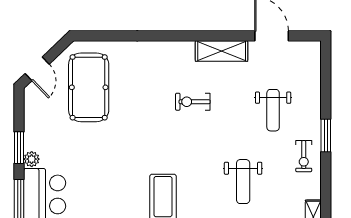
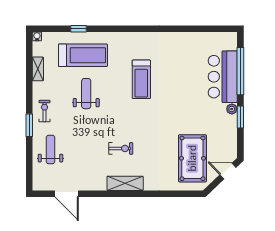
shelving: (222, 51) -> (125, 183), moved
door: (37, 69) -> (228, 171), hinge flipped
weight bench: (273, 110) -> (50, 149), moved

